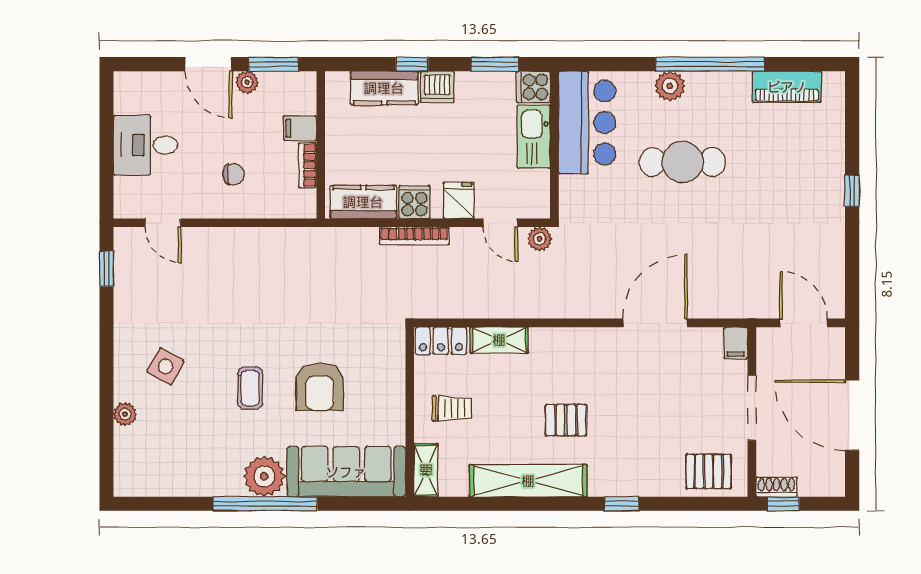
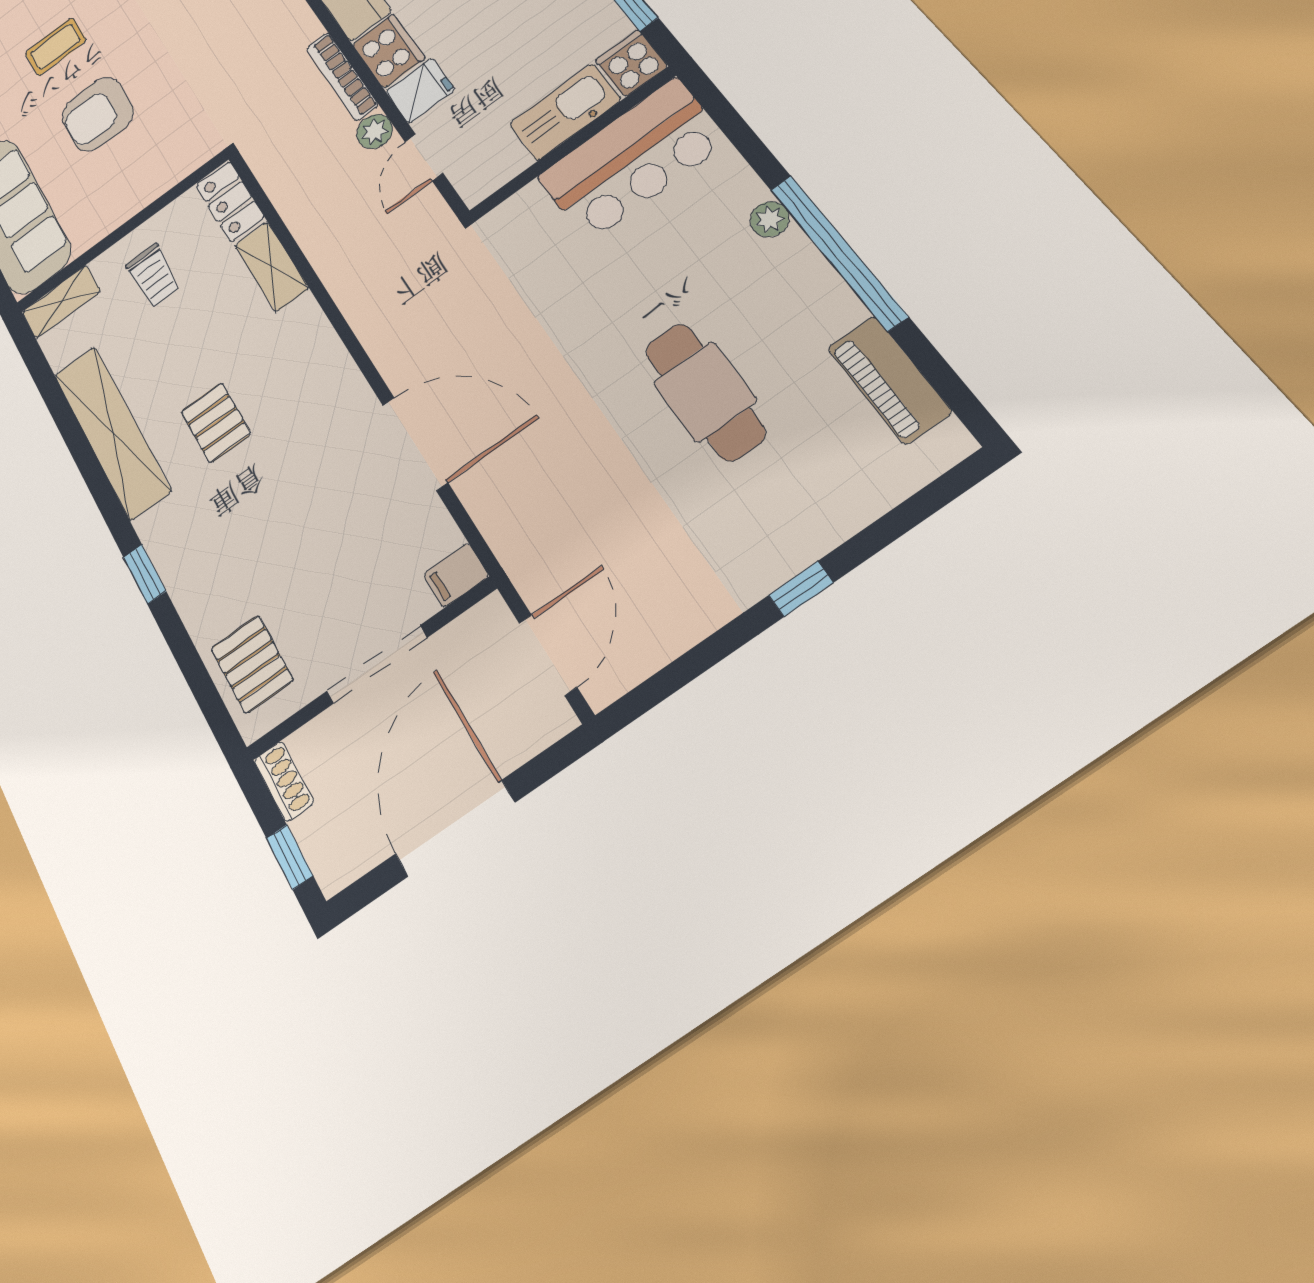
plant: (670, 86) -> (770, 219), width x0.73, depth x0.73
cafe table: (683, 162) -> (705, 392), moved
cooker: (414, 202) -> (388, 51), width x1.36
plant: (540, 239) -> (375, 132), moved
window: (783, 504) -> (290, 857), moved

